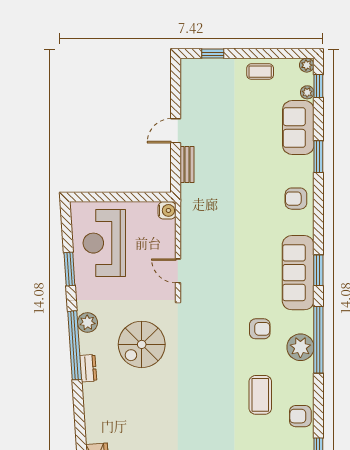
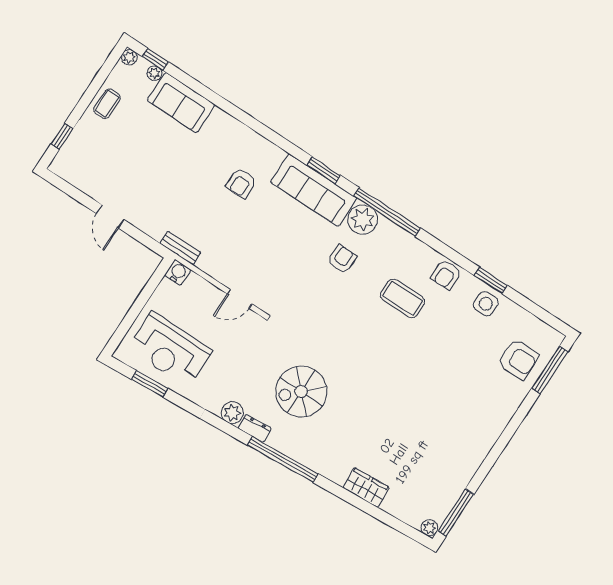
window: (318, 157) -> (220, 102), removed
bench: (187, 165) -> (180, 248), moved
armchair: (296, 199) -> (241, 183), moved
window: (69, 269) -> (150, 384), moved
spiral stairs: (142, 344) -> (301, 392), moved, turned 90
window: (75, 345) -> (283, 459), moved
plant: (300, 347) -> (363, 219), moved
dresser: (88, 368) -> (255, 428), moved

